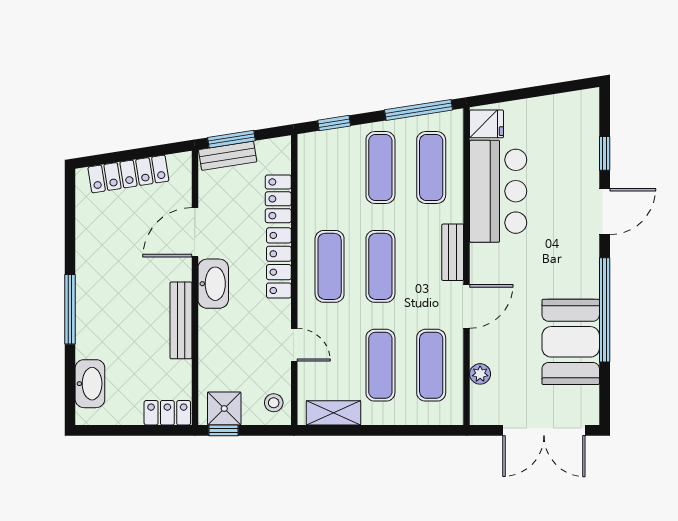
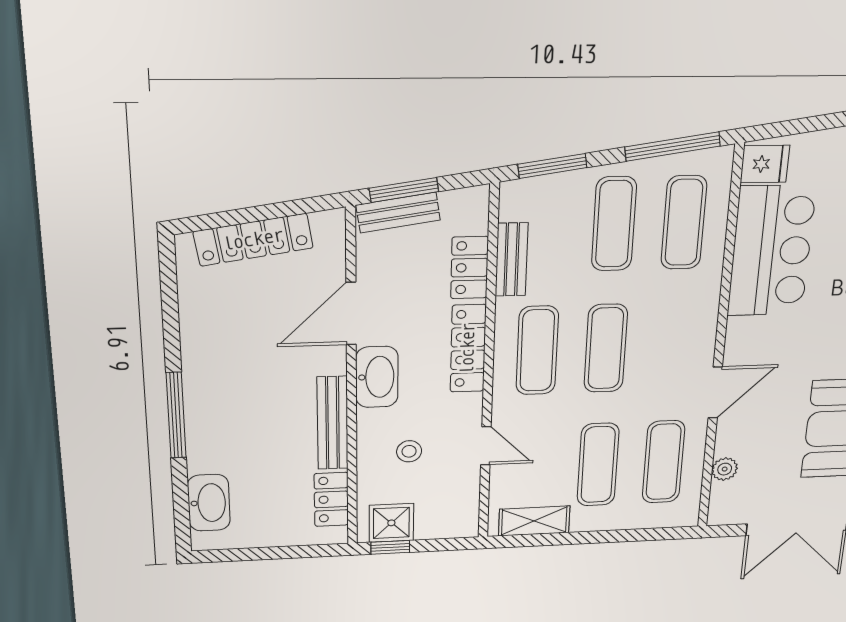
window: (334, 123) -> (552, 166), width x1.50
bench: (453, 252) -> (512, 260), moved
stool: (274, 403) -> (409, 451), moved
locker: (167, 413) -> (331, 499), moved, turned -90

